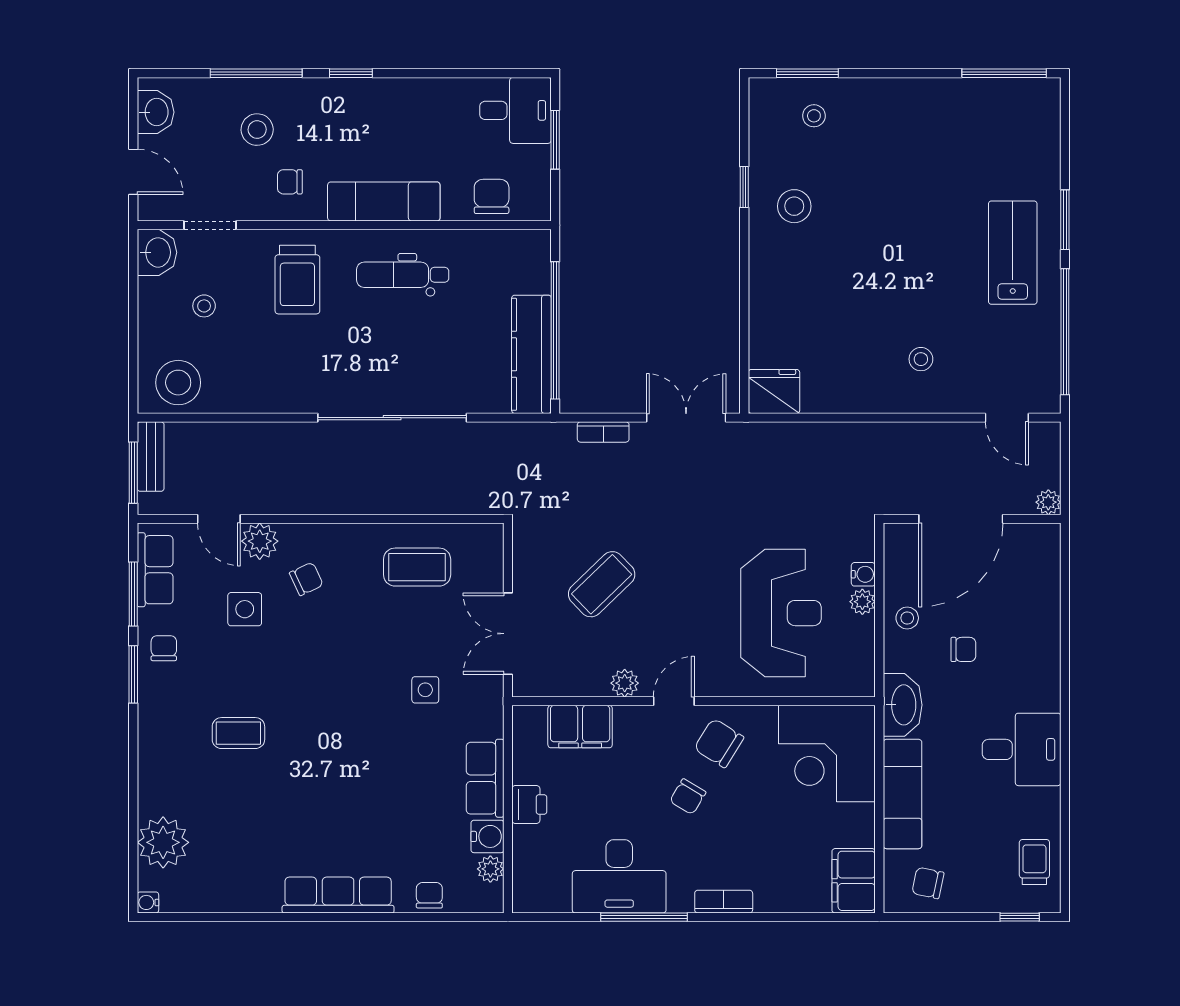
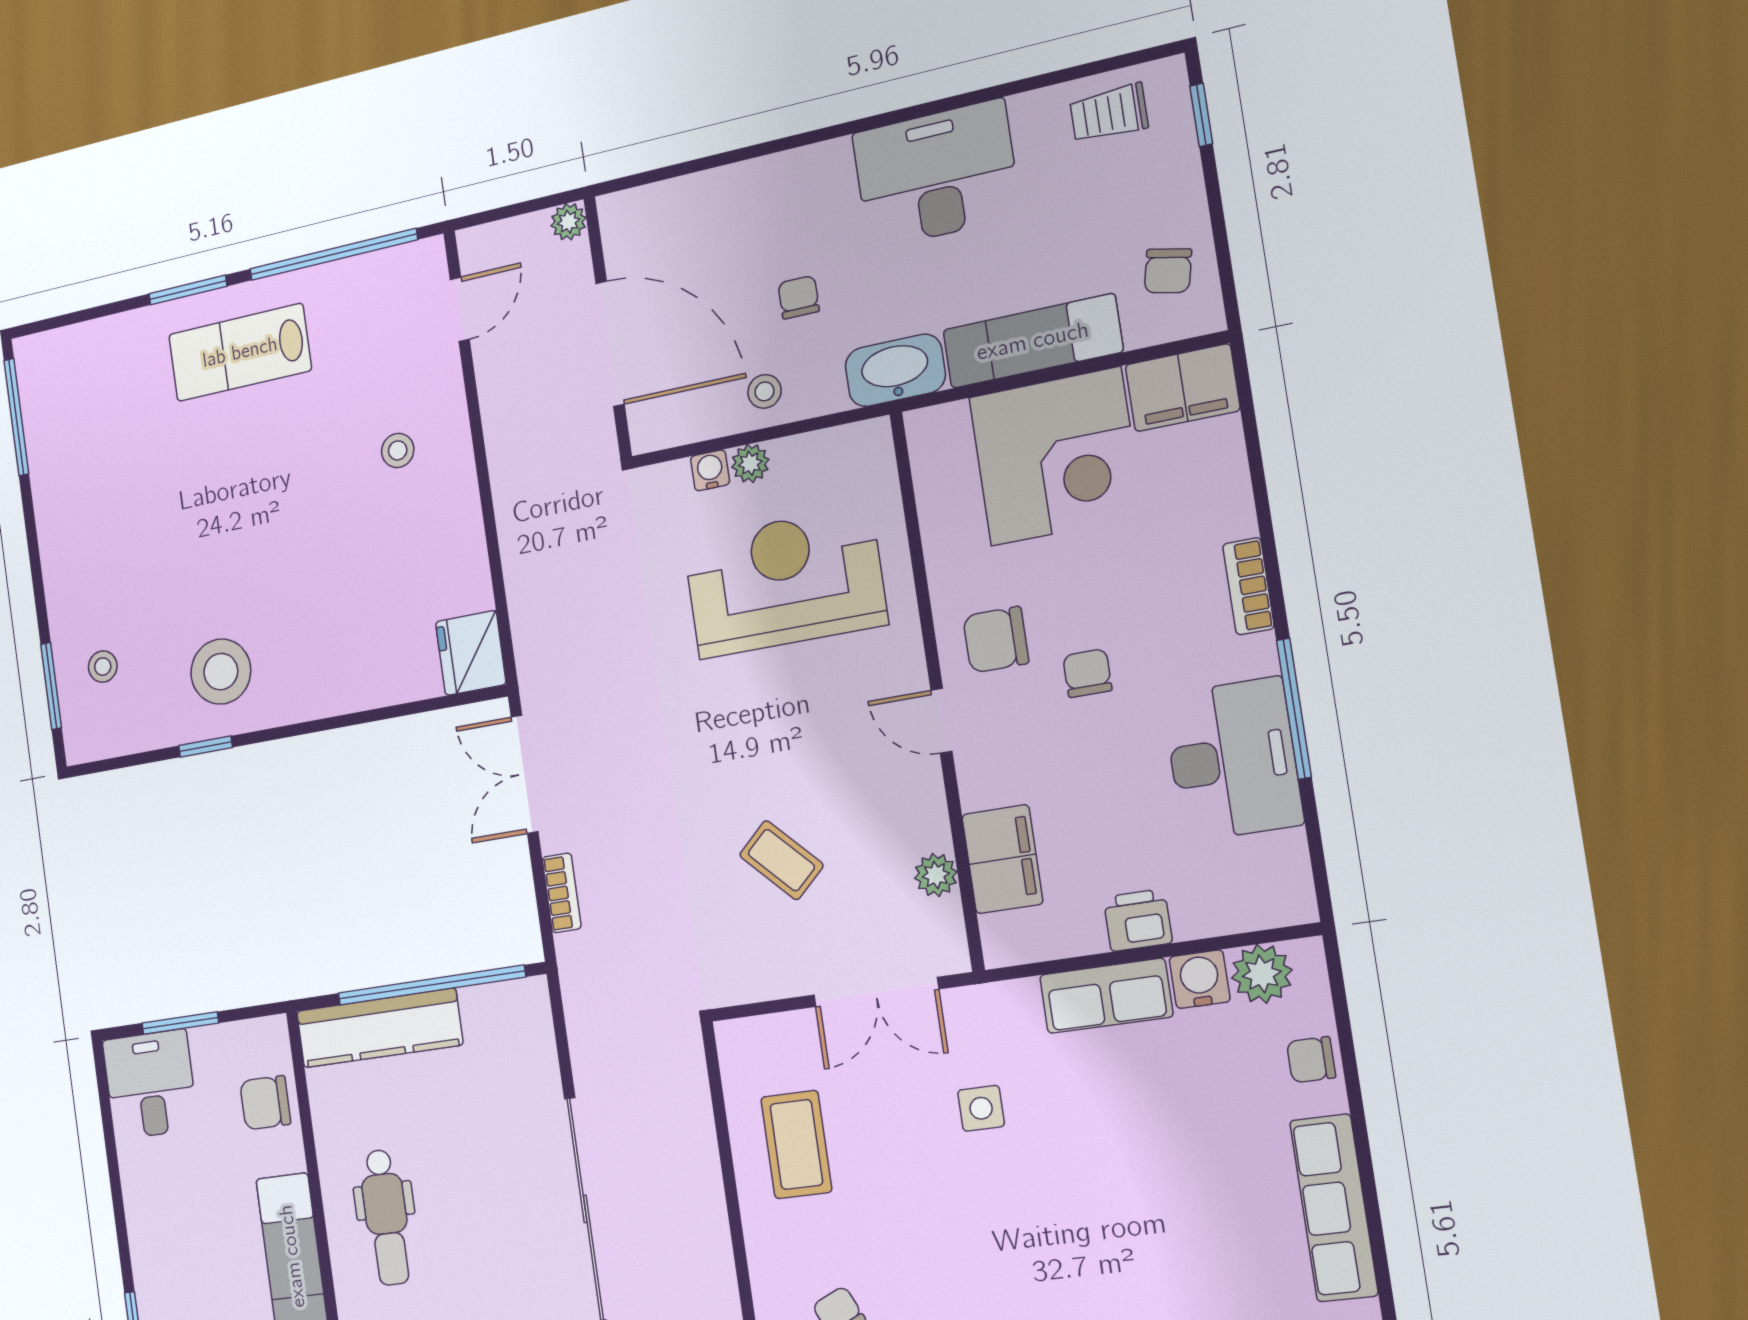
stool: (794, 206) -> (221, 672), width x1.38, depth x1.38
kitchen counter: (531, 354) -> (379, 1028), moved
coffee table: (602, 584) -> (781, 860), width x0.73, depth x0.77
plant: (625, 683) -> (936, 875), moved
chair: (719, 743) -> (996, 640), turned 58
desk: (1022, 749) -> (936, 175), width x1.37
corner desk: (827, 754) -> (1056, 457), moved
chair: (688, 797) -> (1087, 673), turned -121
plant: (490, 869) -> (1262, 974), width x1.38, depth x1.38

